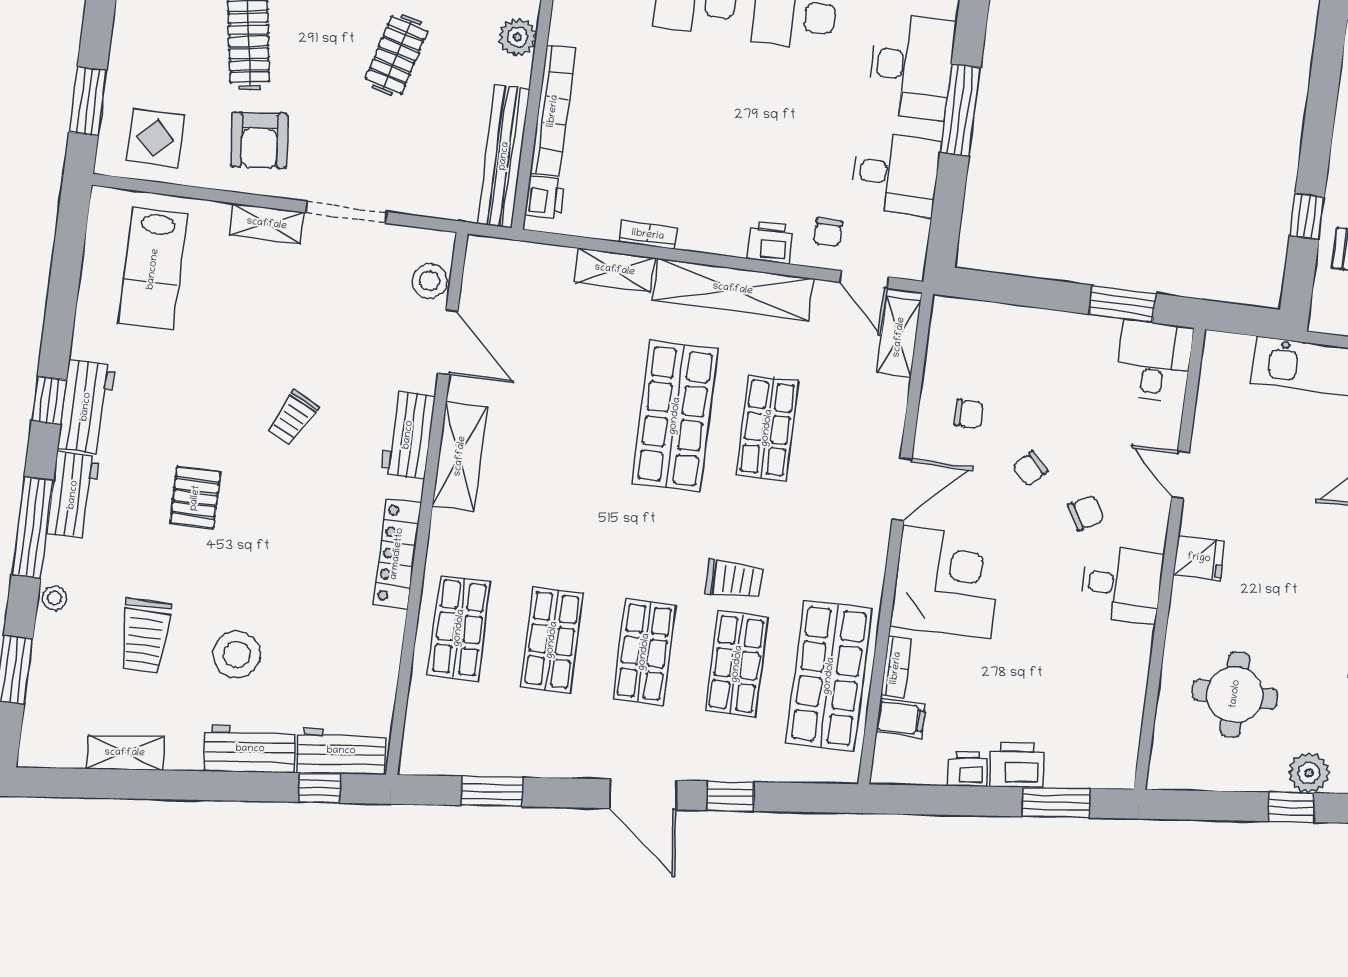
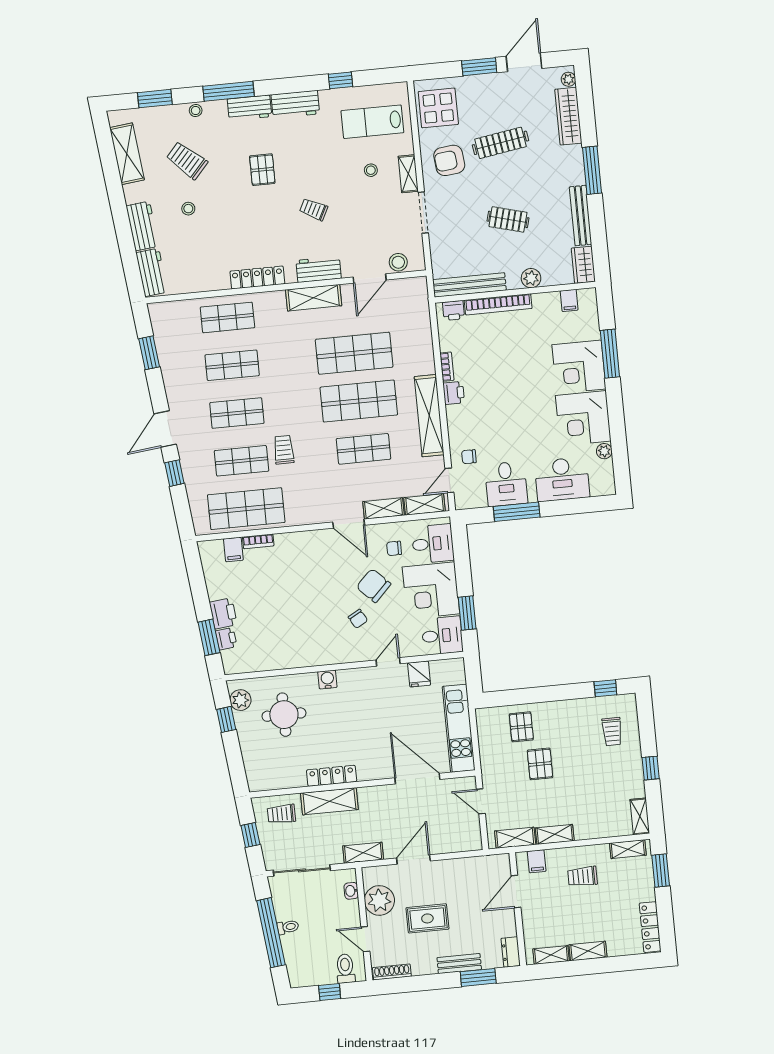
window: (88, 101) -> (479, 67), moved
window: (960, 110) -> (517, 512), moved
display table: (155, 138) -> (438, 108), width x1.36, depth x1.36
window: (1307, 216) -> (605, 688), moved
printer: (770, 242) -> (454, 393), moved
shelving: (615, 270) -> (384, 508), moved, turned 90
stool: (244, 293) -> (371, 170), added
window: (49, 400) -> (341, 80), moved
shop shelf: (582, 404) -> (354, 353), added
chair: (969, 414) -> (394, 548), turned 90
chair: (1030, 469) -> (374, 586), width x1.87, depth x1.87
pallet: (195, 498) -> (262, 170), turned 90
fridge: (1199, 558) -> (419, 674), moved
trolley: (734, 579) -> (284, 450), turned 180
corner desk: (947, 582) -> (431, 590), moved, turned 90
desk: (1122, 584) -> (433, 544), moved, turned -90
water cooler: (1187, 597) -> (327, 679), added
trolley: (145, 636) -> (187, 160), turned 42
stool: (237, 654) -> (188, 209), width x0.53, depth x0.53
shelving: (125, 753) -> (127, 154), width x1.50, depth x1.33
printer: (968, 769) -> (226, 639), moved
plant: (1309, 773) -> (240, 700), moved
window: (319, 788) -> (131, 266), removed
window: (1291, 807) -> (226, 719), moved

